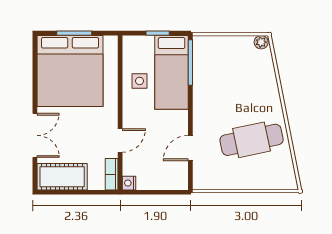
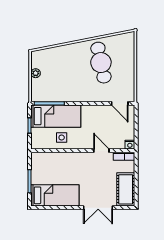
plant: (261, 42) -> (36, 73), moved
bed: (70, 71) -> (55, 195), width x0.49
double door: (35, 135) -> (98, 208), swing flipped
door: (190, 148) -> (120, 103), moved

